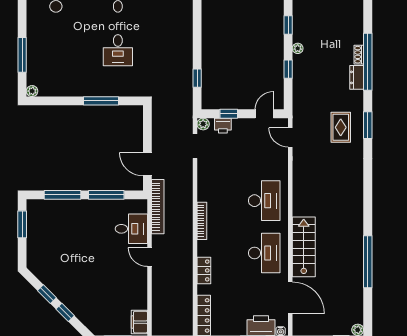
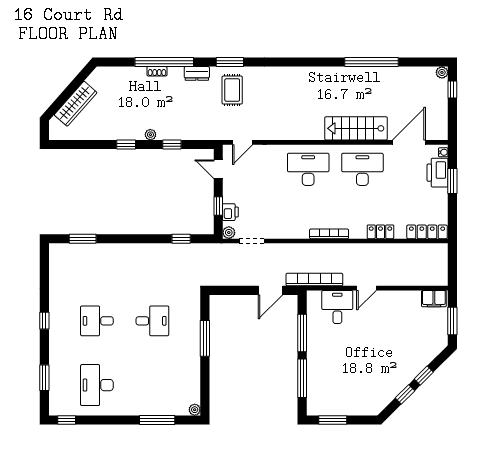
dresser: (357, 77) -> (197, 73), moved
rug: (341, 127) -> (232, 90), turned 90

